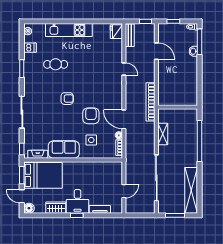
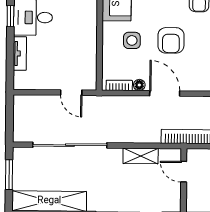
door: (172, 107) -> (184, 172), added
armchair: (91, 116) -> (171, 40), turned 90
door: (124, 119) -> (165, 93), hinge flipped
door: (124, 191) -> (71, 93), moved

